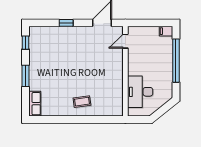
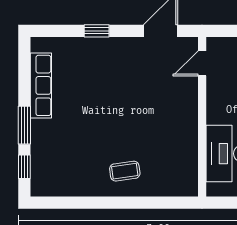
window: (25, 43) -> (24, 167), moved
row of seats: (35, 104) -> (41, 85), moved, width x1.48

